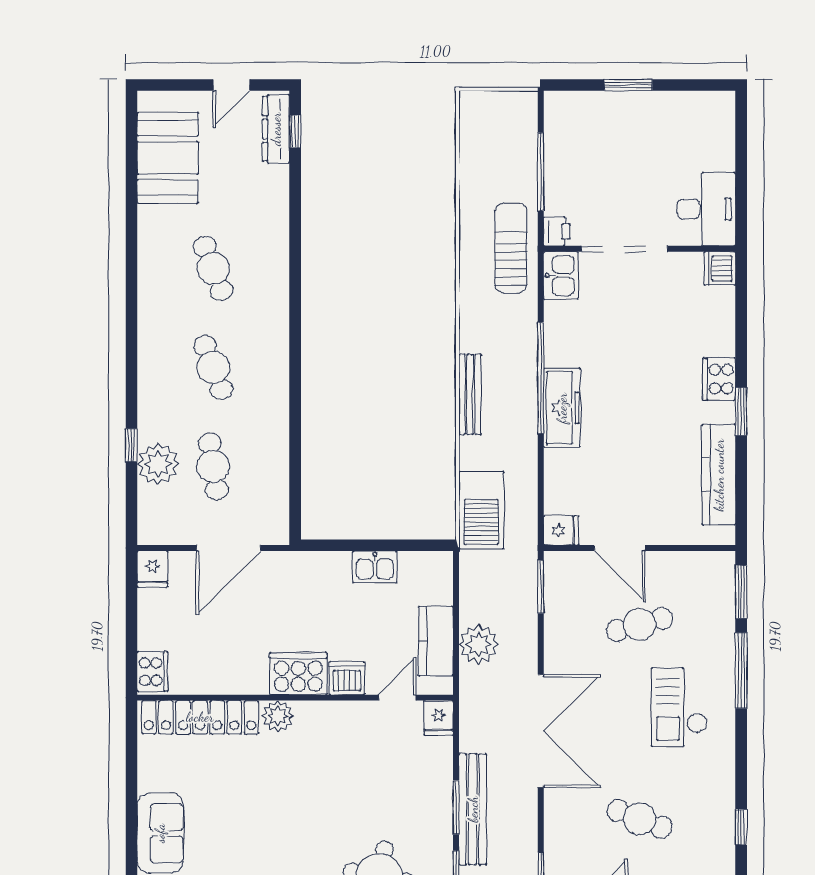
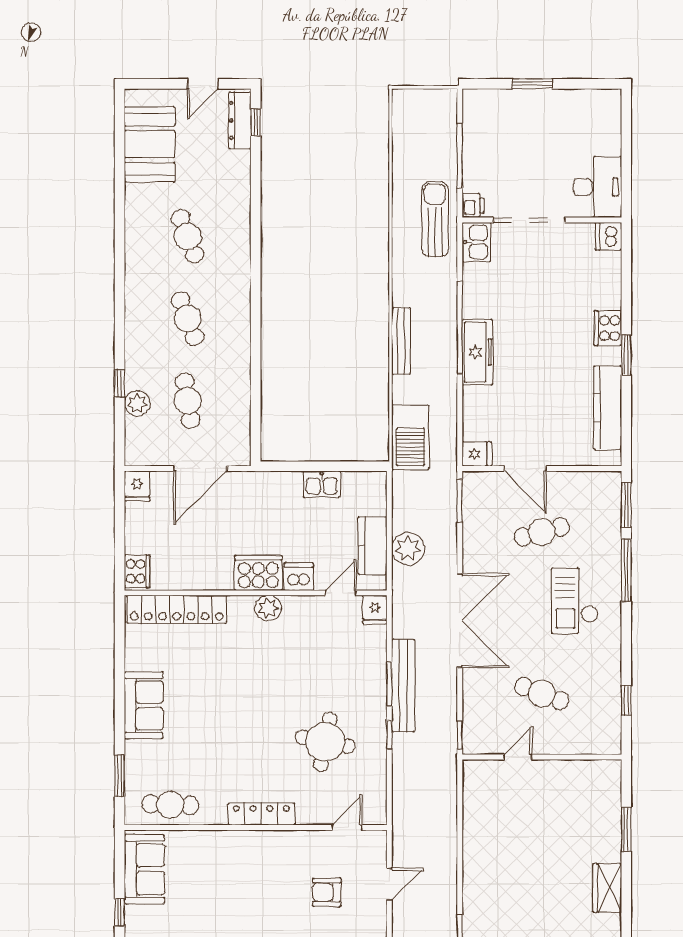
plant: (158, 464) -> (137, 403), width x0.73, depth x0.73
plant: (278, 716) -> (268, 608), moved

